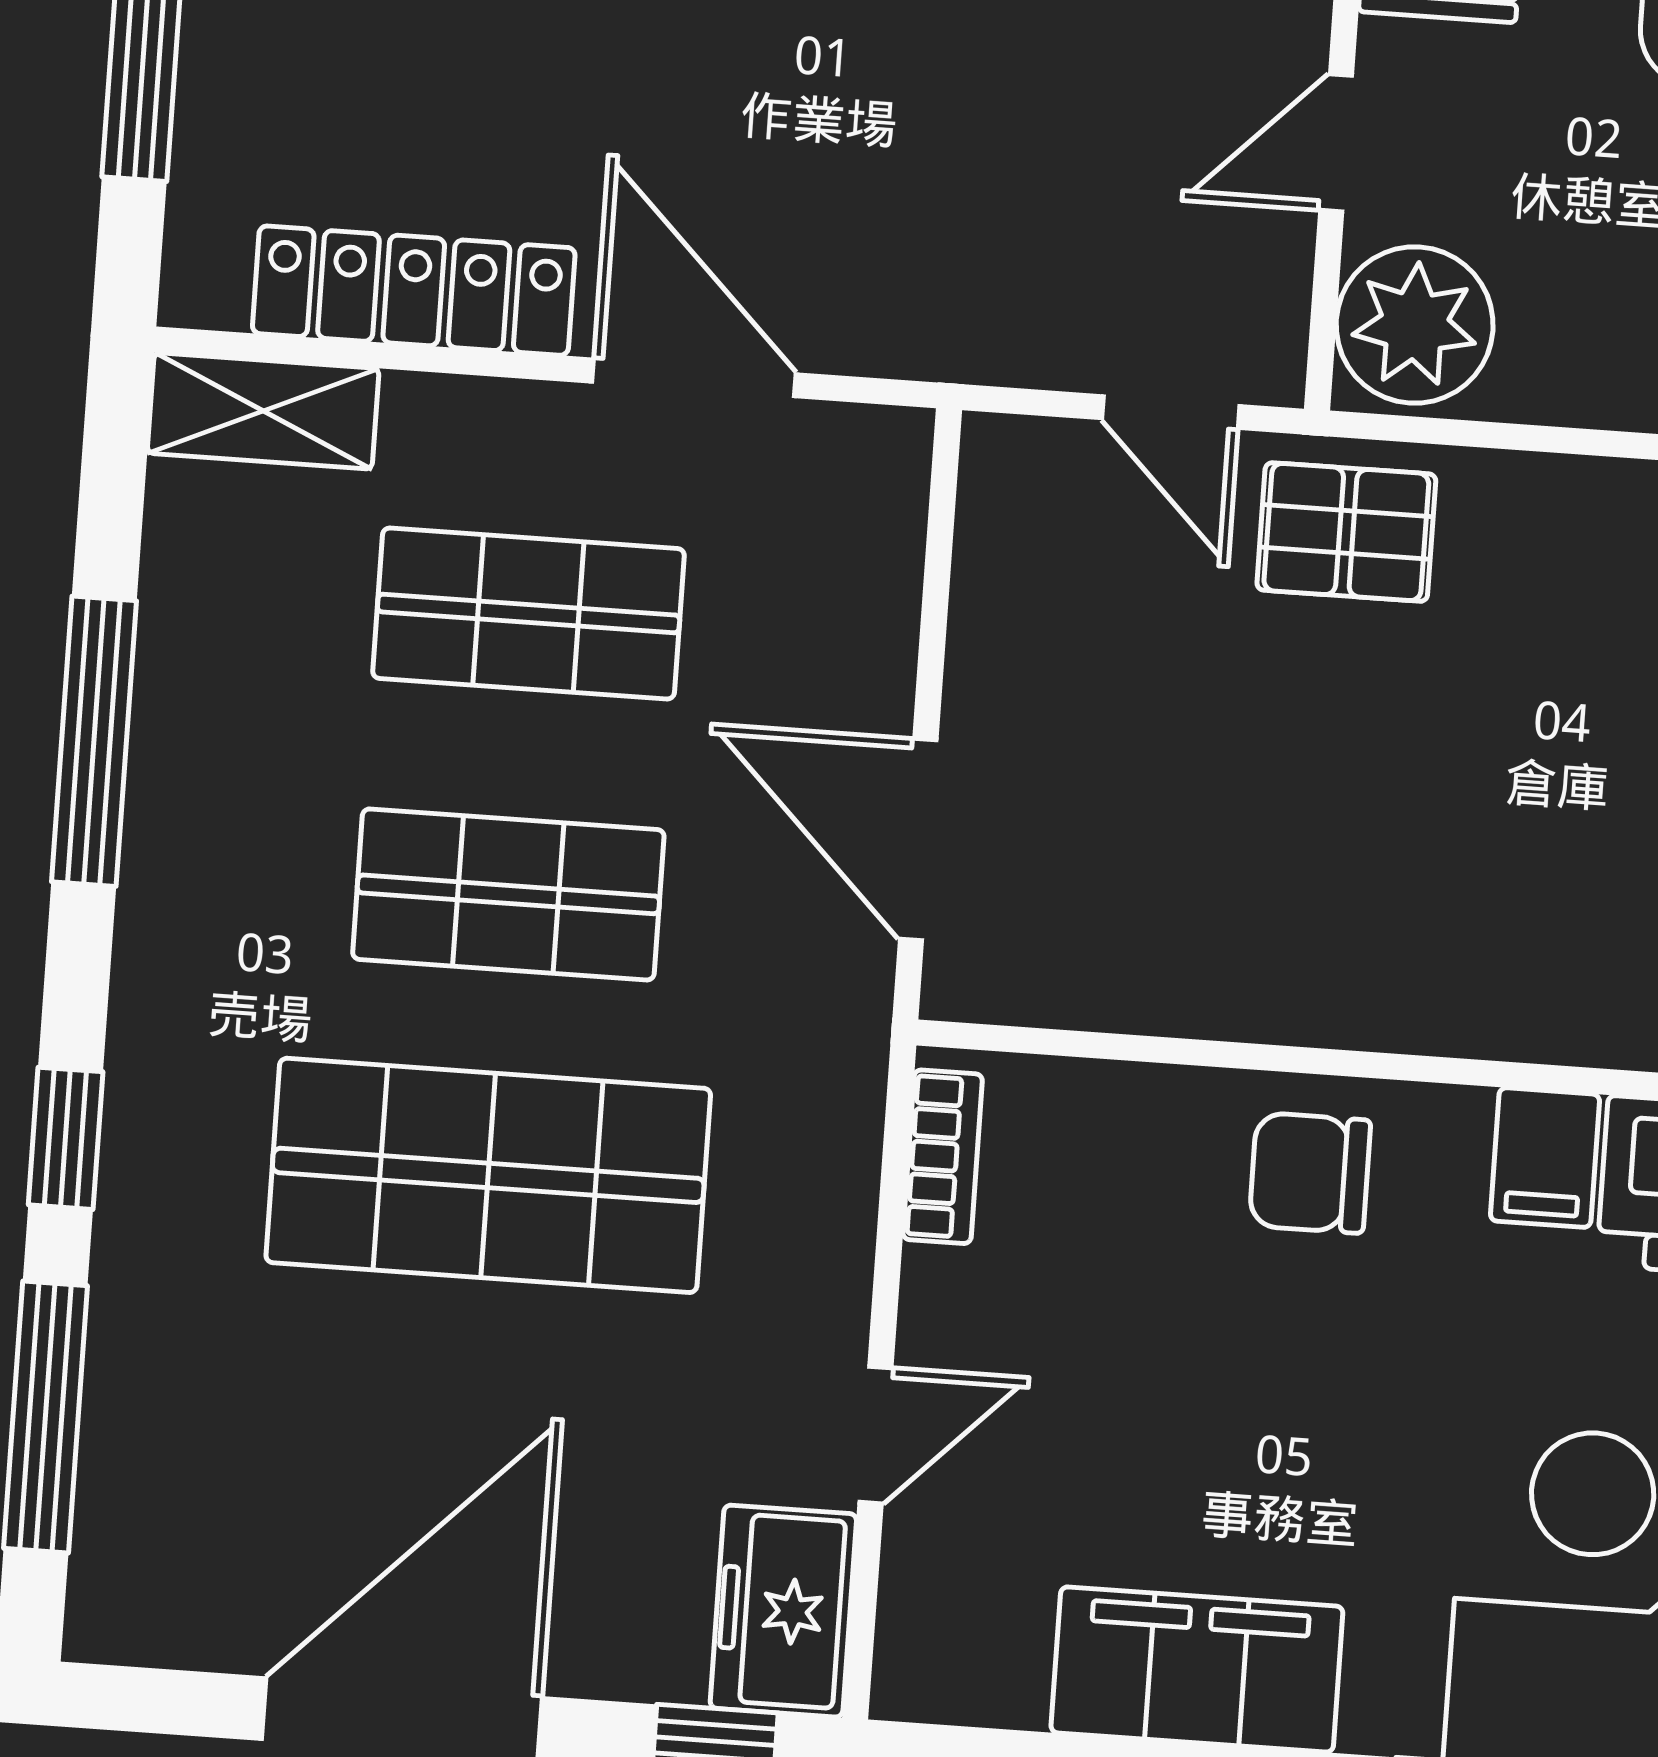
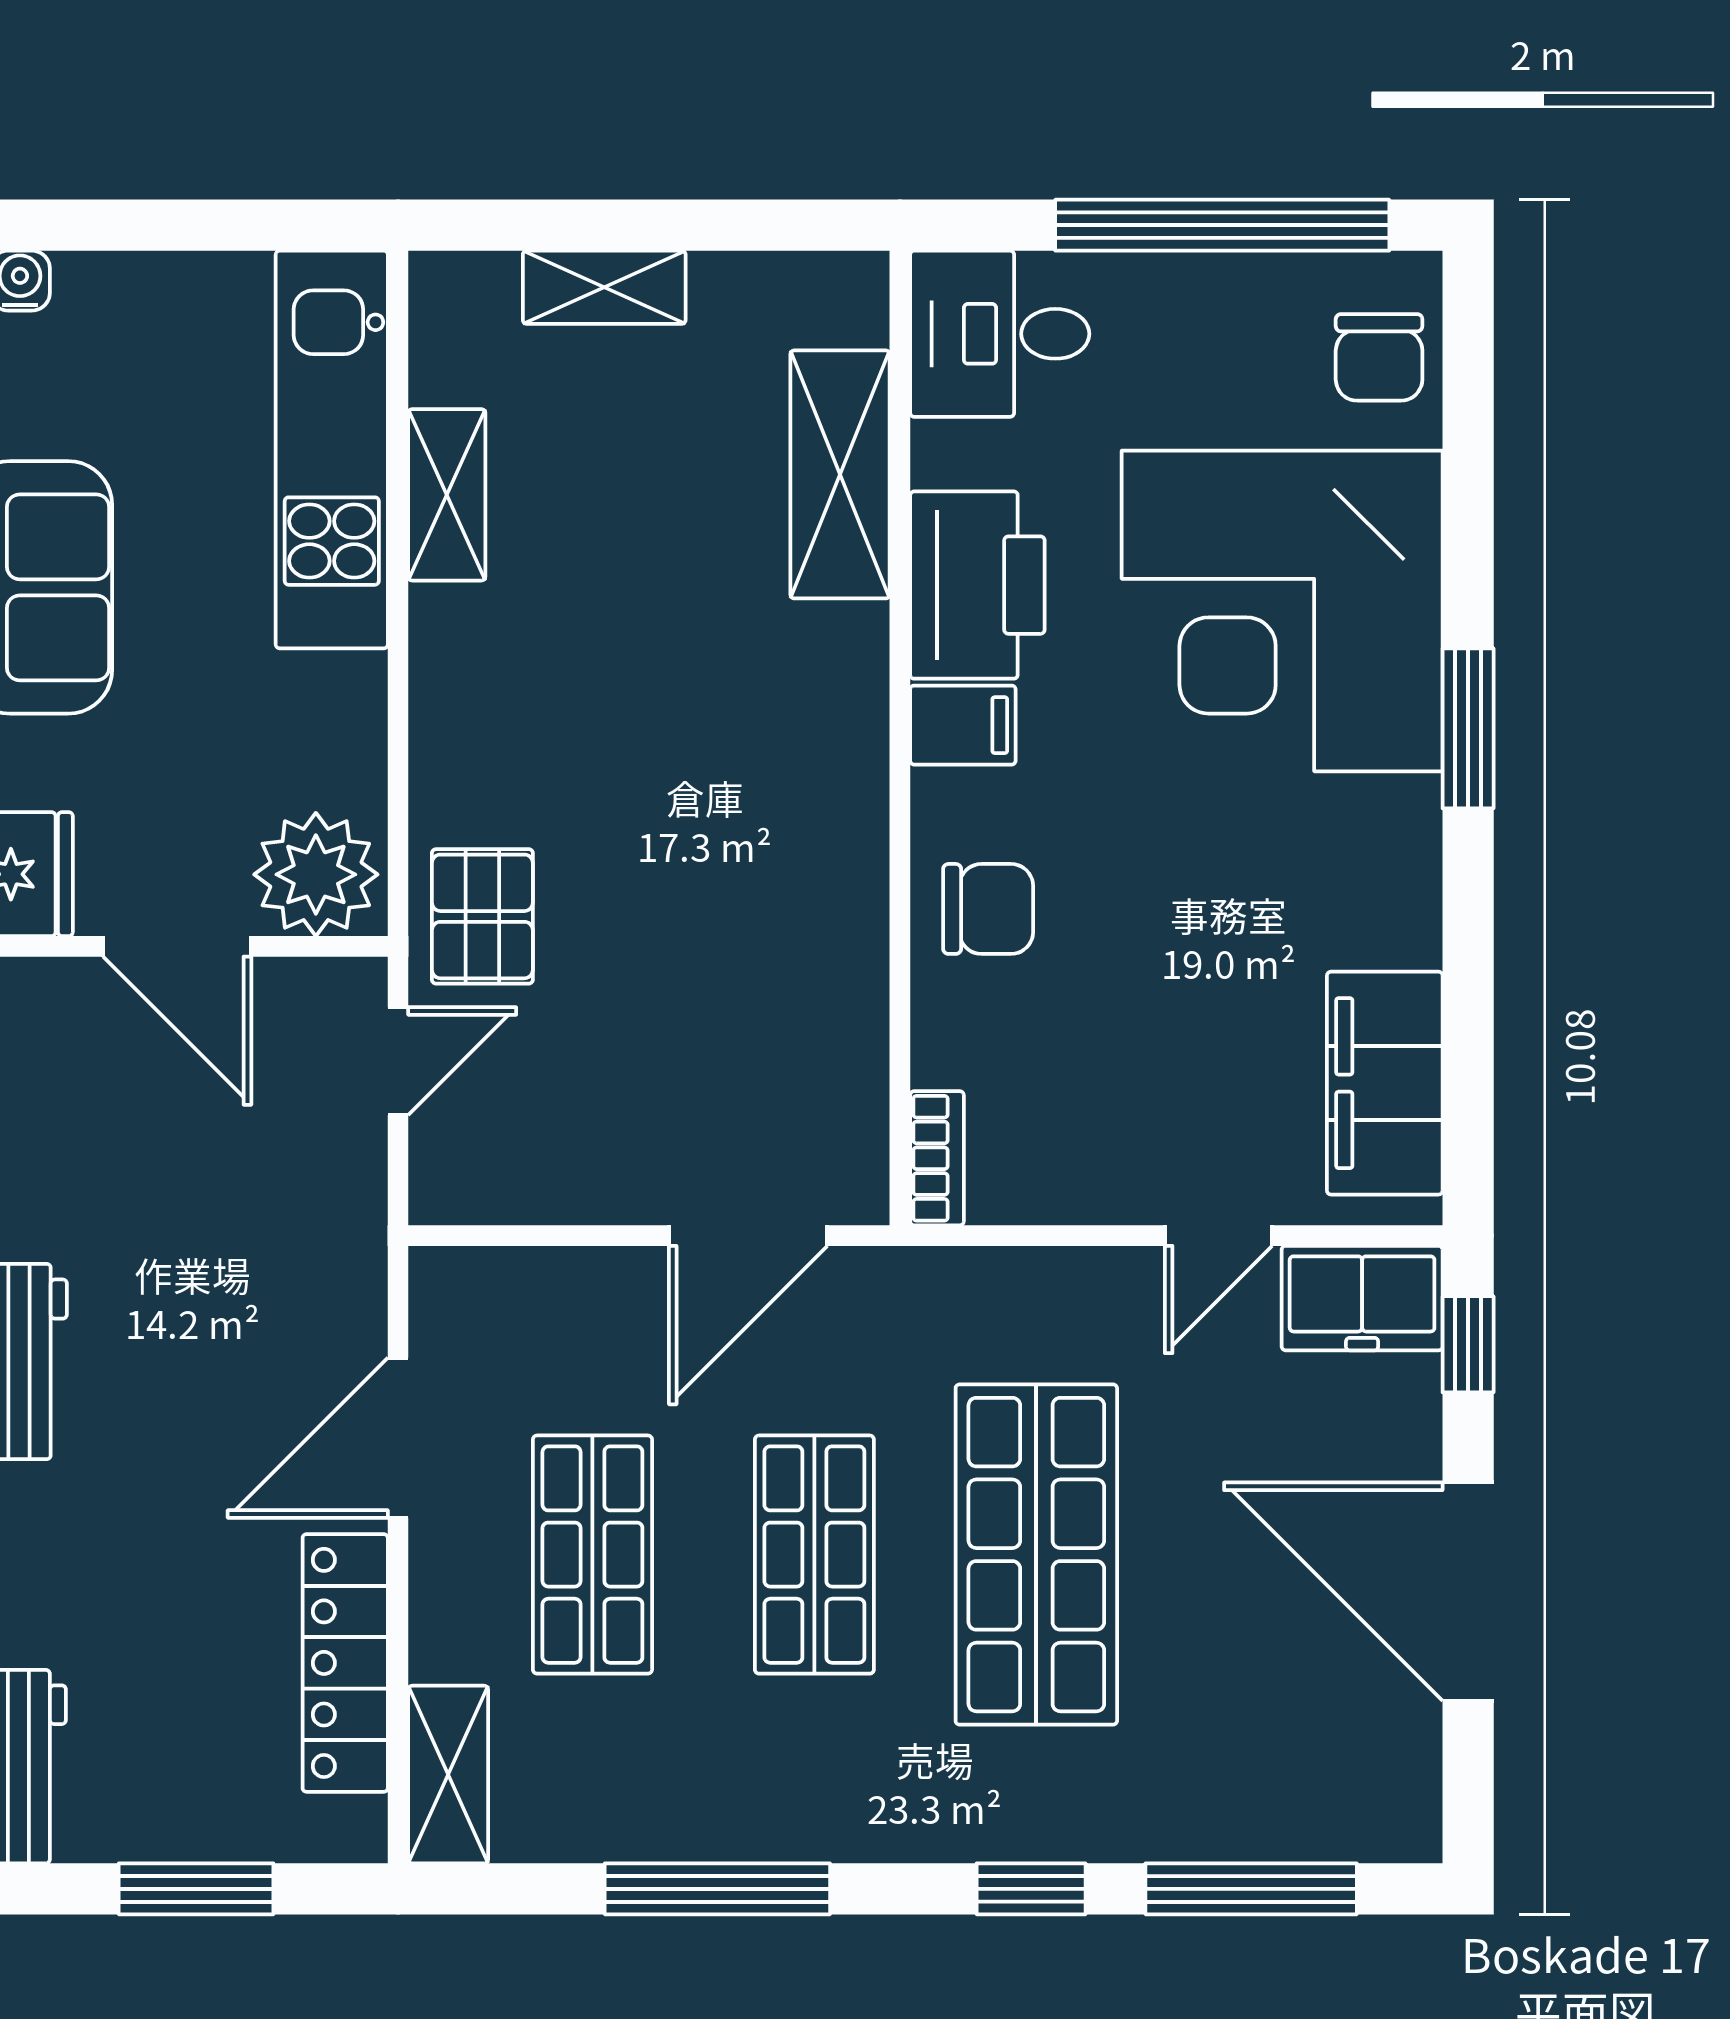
door: (1336, 143) -> (177, 946), width x1.38
bookcase: (943, 1157) -> (937, 1158), moved, turned 90
chair: (1310, 1173) -> (988, 909), turned -90
door: (875, 1435) -> (1219, 1236), swing flipped
filing cabinet: (1197, 1670) -> (1385, 1083), moved

